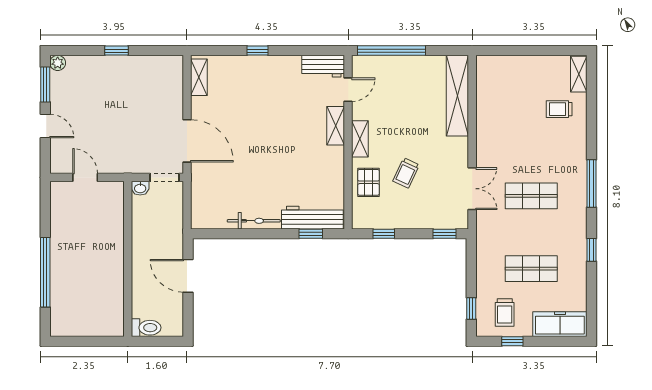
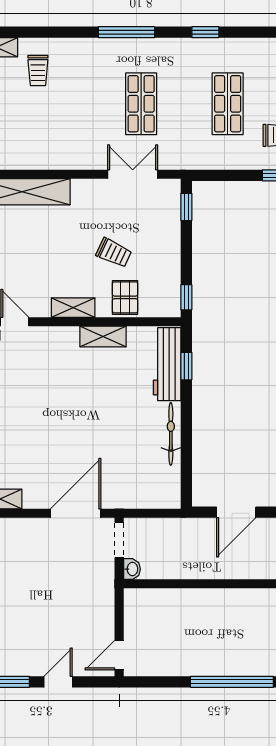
shelving: (336, 126) -> (103, 337), moved
door: (85, 177) -> (119, 655), moved
pallet: (369, 182) -> (125, 297), turned 90
window: (384, 234) -> (186, 297), moved

